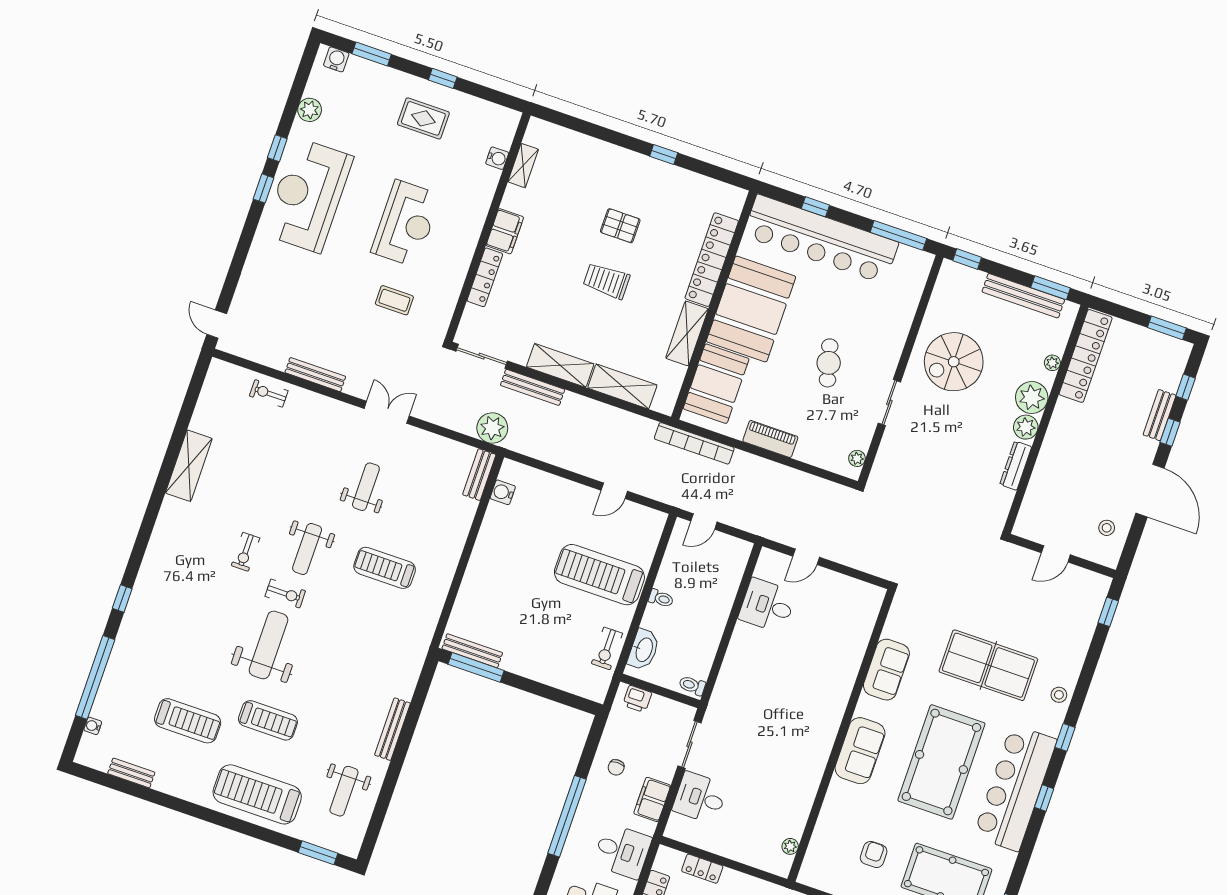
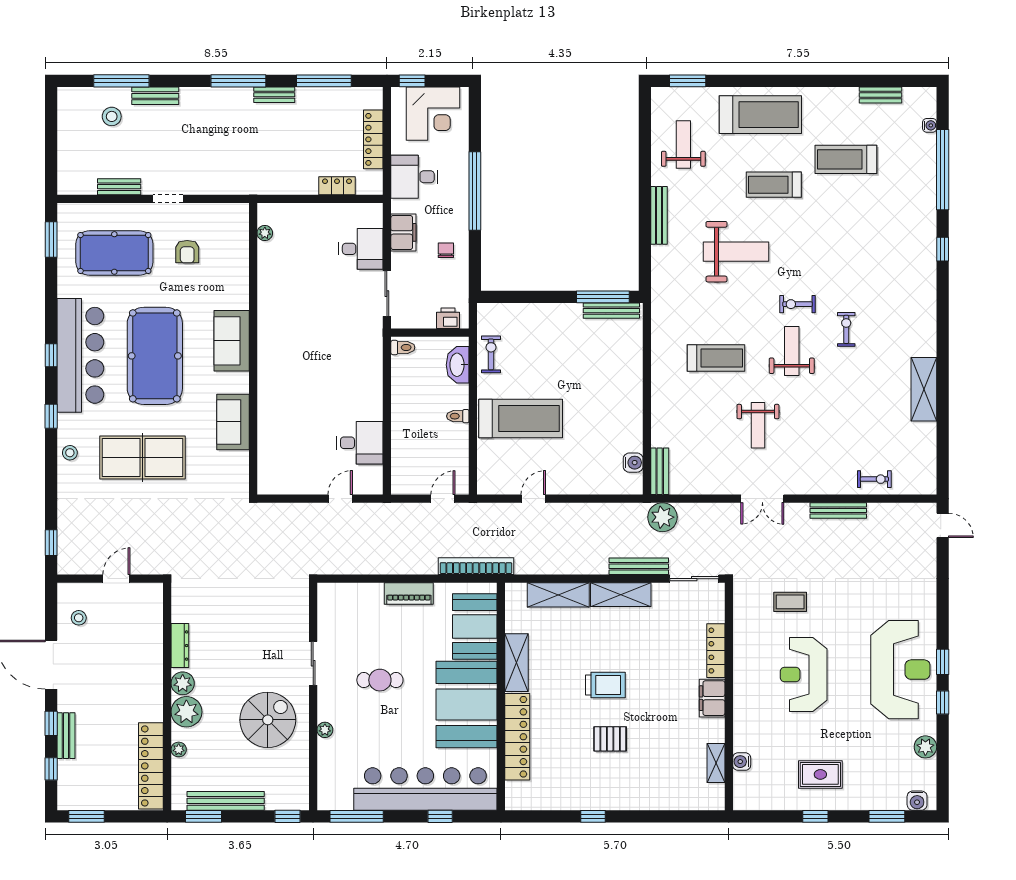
cafe table: (829, 363) -> (380, 680), turned -75
plant: (857, 458) -> (325, 730), moved
weight bench: (268, 645) -> (736, 252), moved, turned -90

